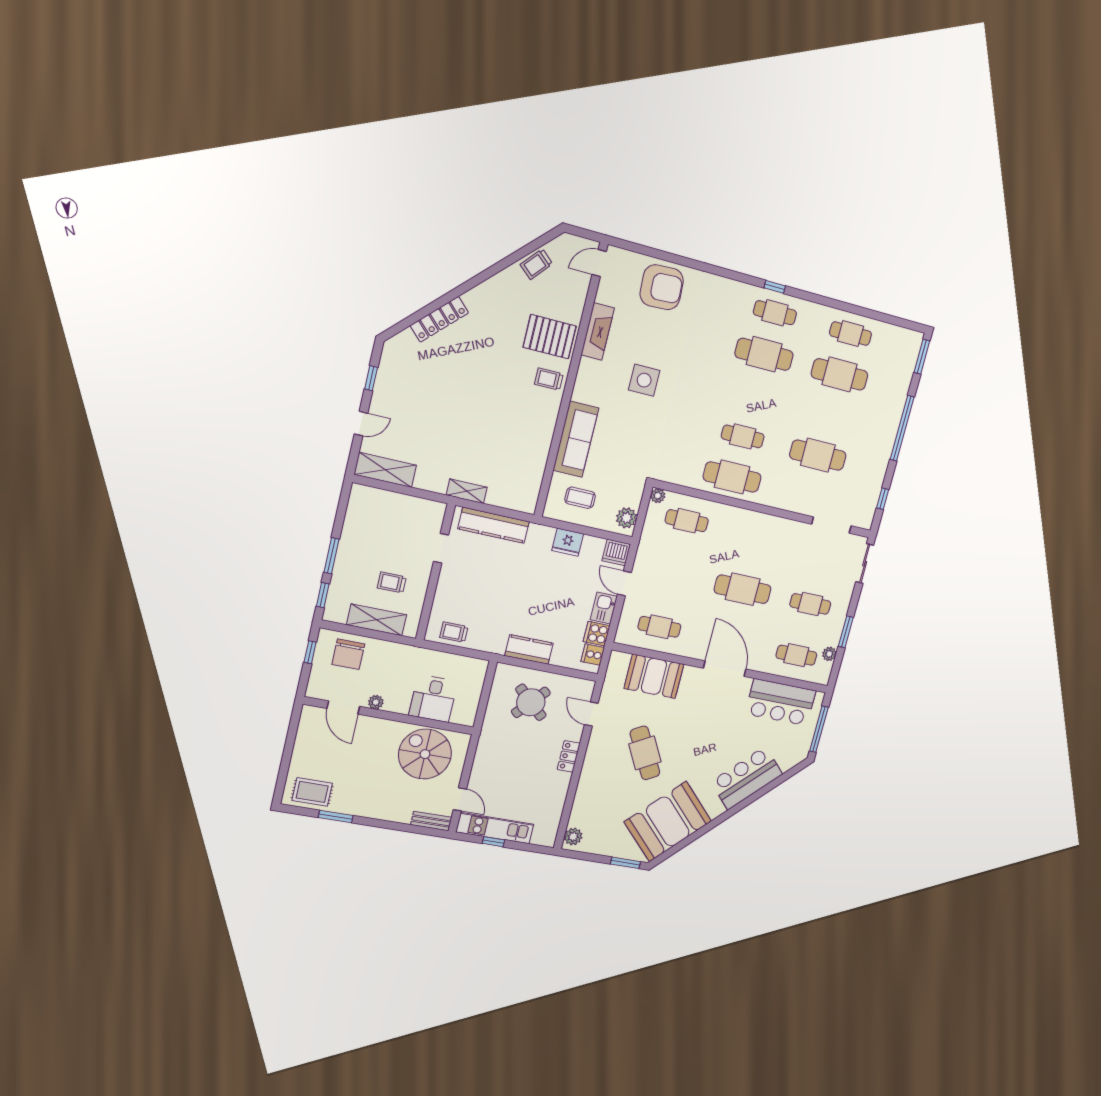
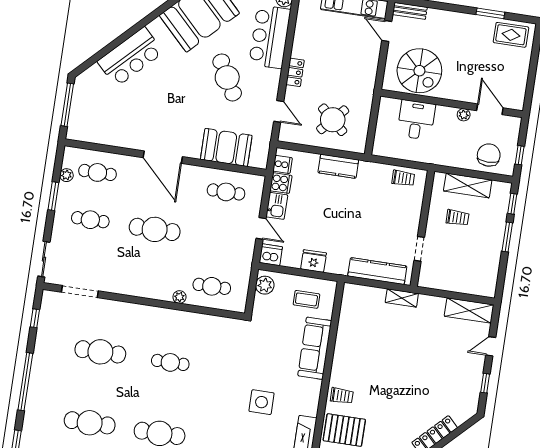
cafe table: (732, 477) -> (176, 327), removed
plant: (658, 496) -> (179, 297), moved
bar counter: (780, 702) -> (270, 37), moved, turned -90

